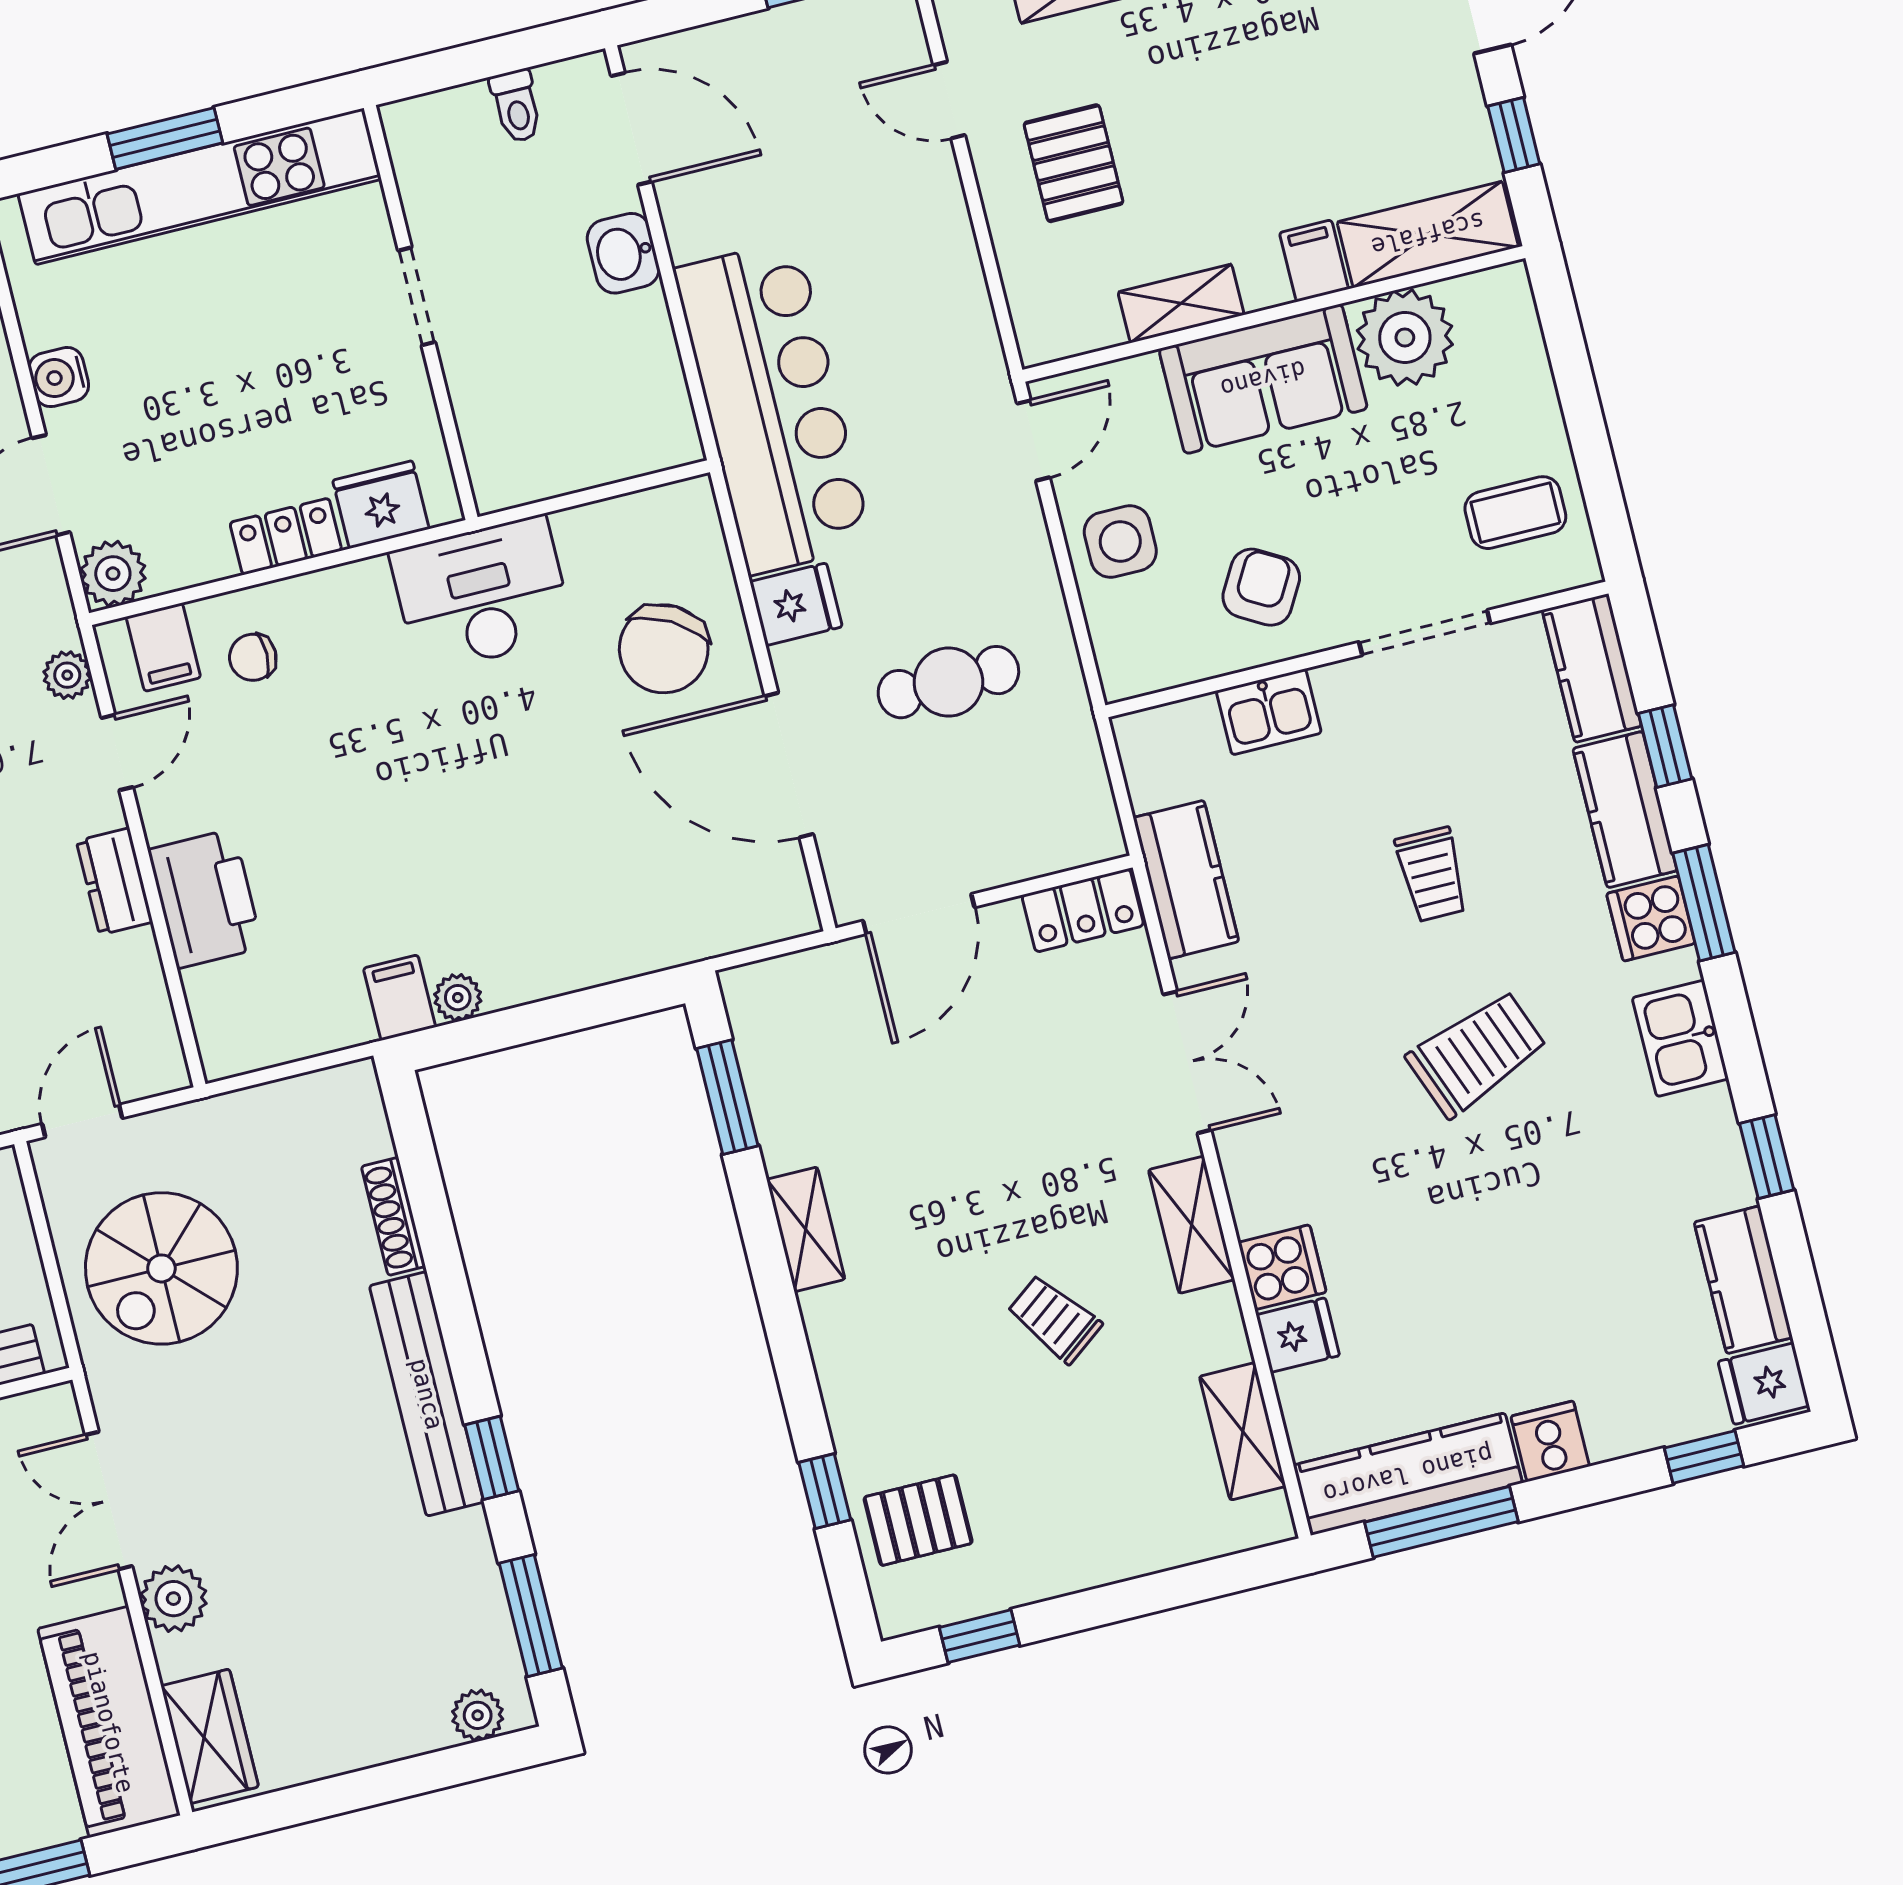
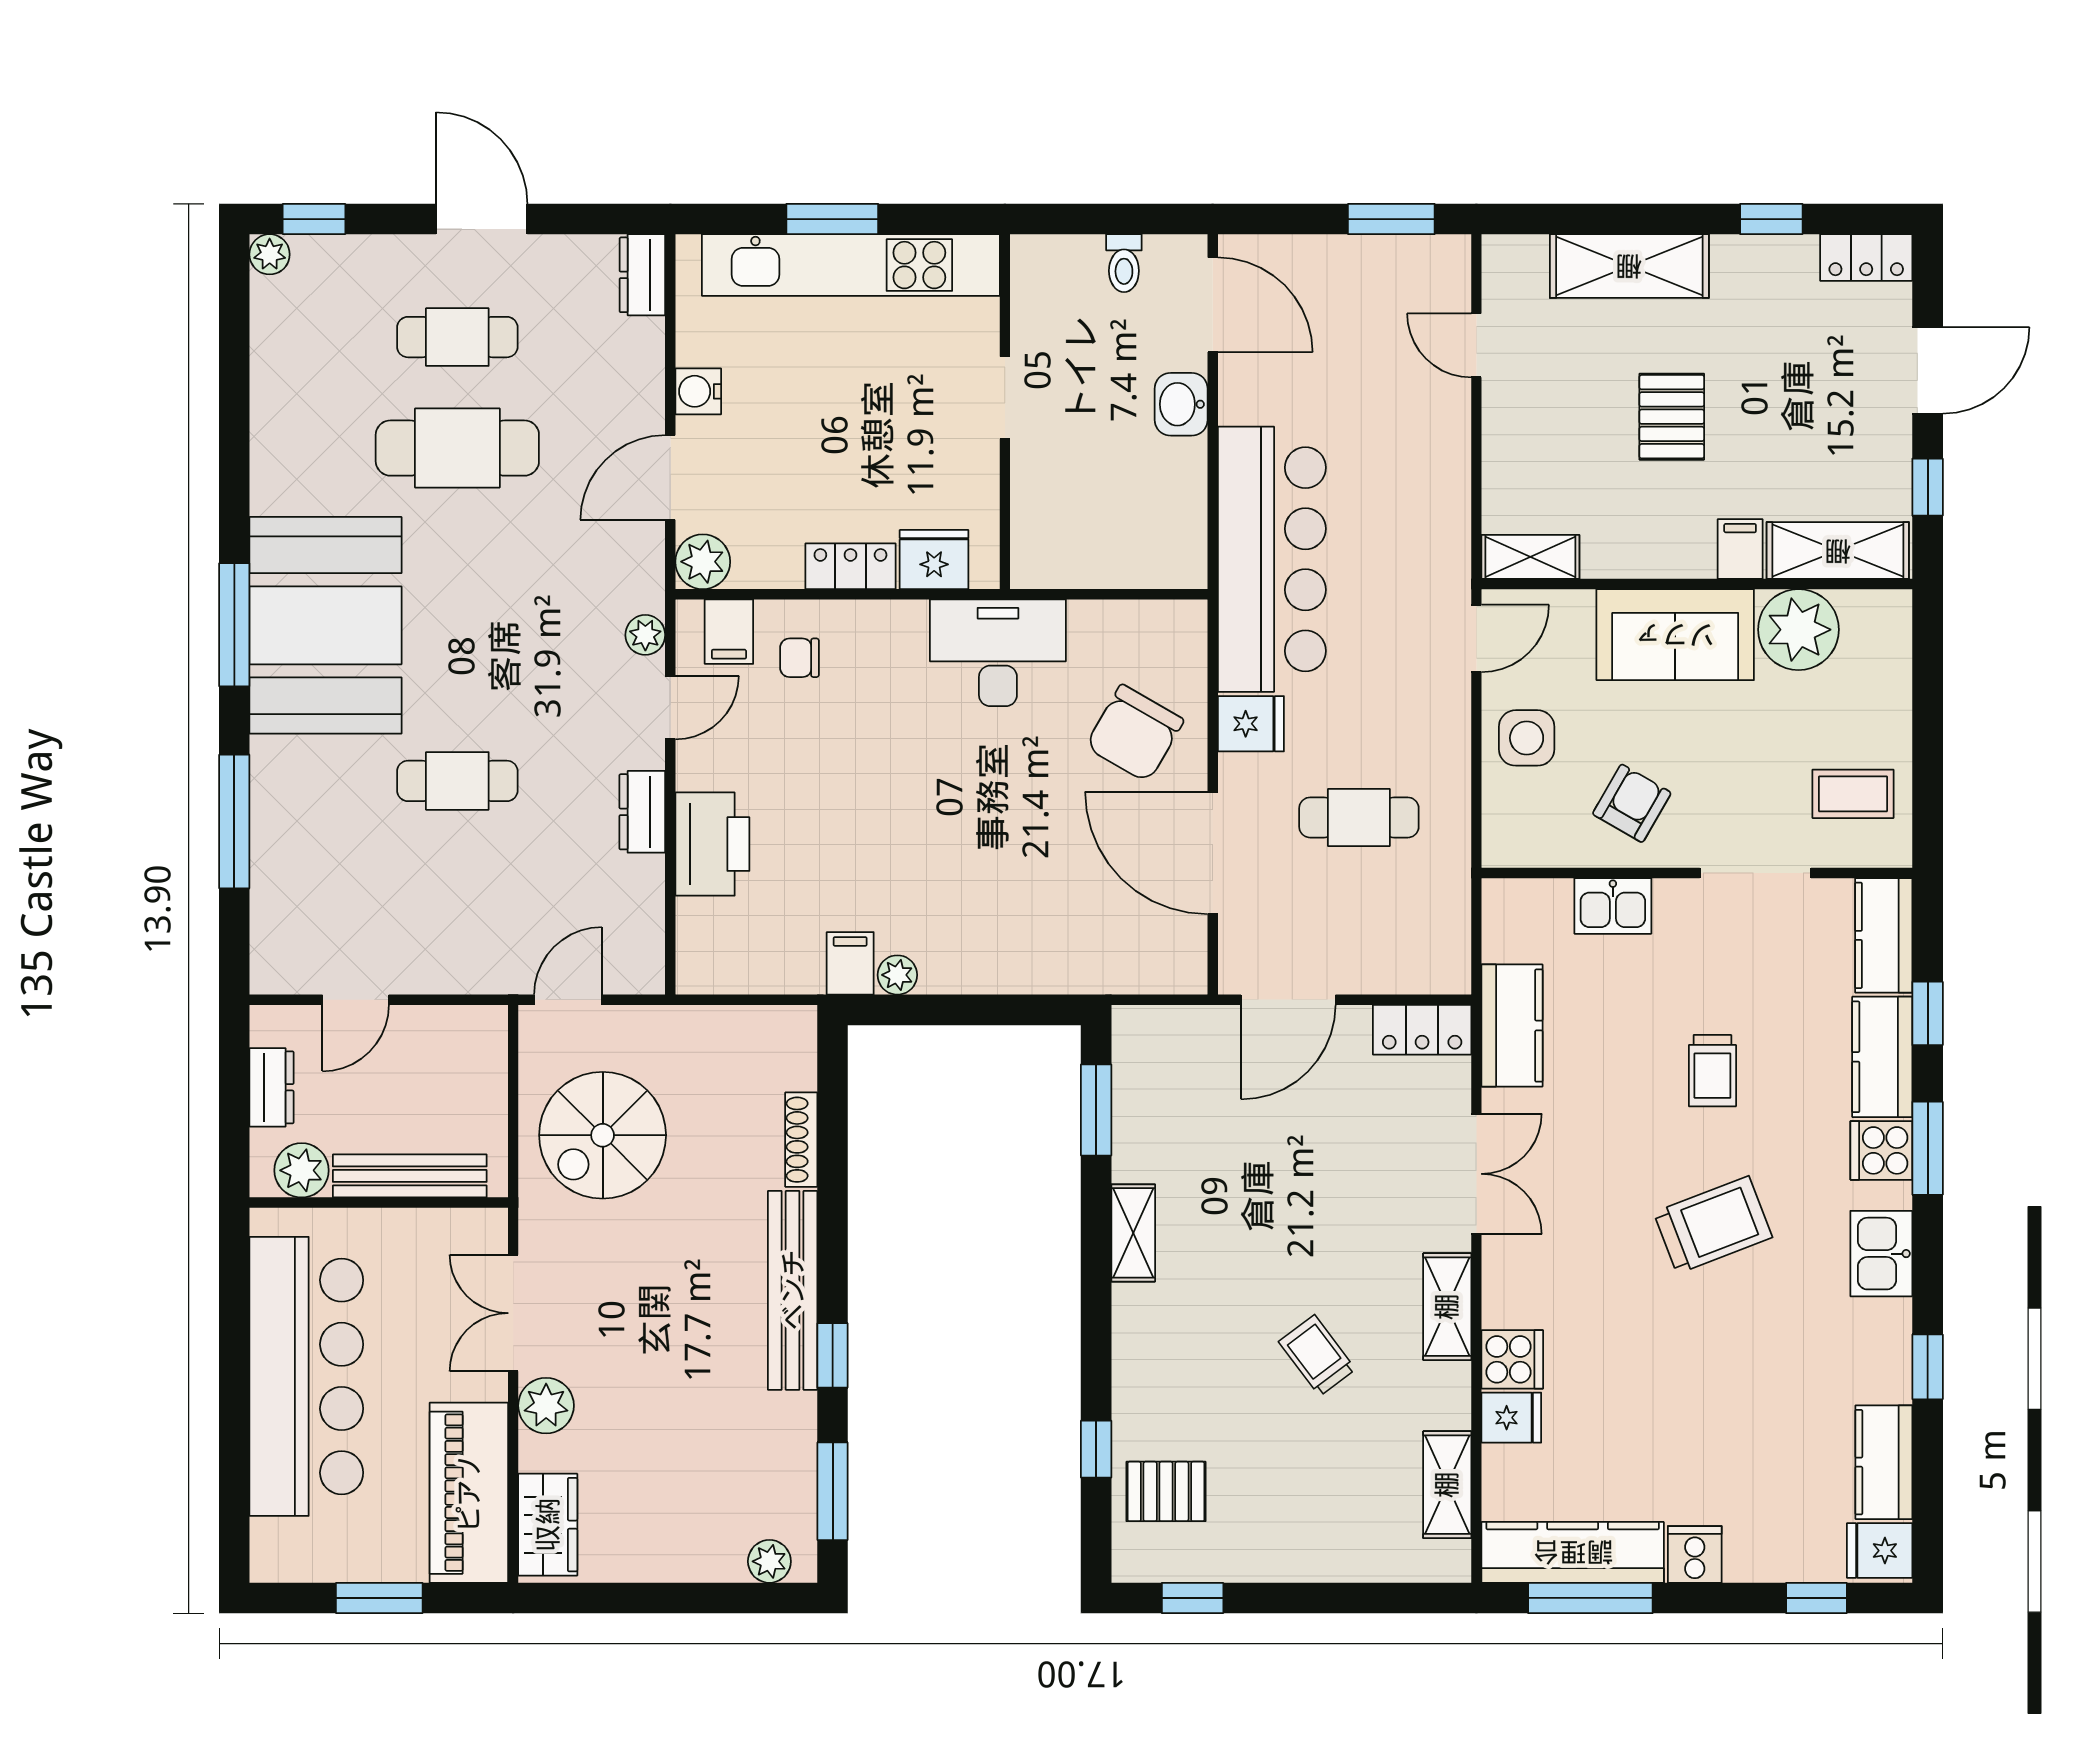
pallet: (1074, 163) -> (1672, 417), moved
shelving: (1181, 303) -> (1530, 557), moved

